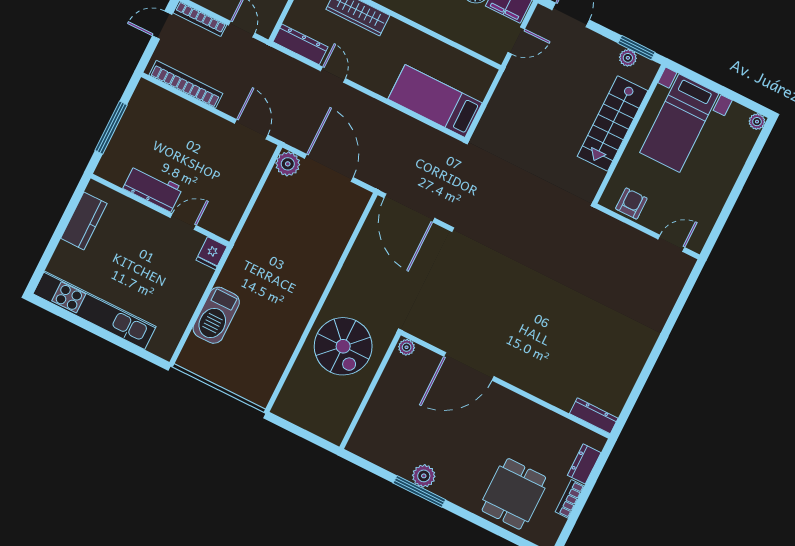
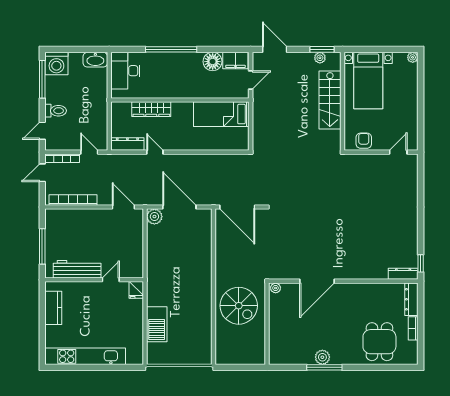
bed: (435, 101) -> (221, 114), moved
workbench: (153, 188) -> (77, 269), width x1.37
window: (625, 413) -> (421, 263), added
dresser: (584, 464) -> (411, 299), width x1.44

